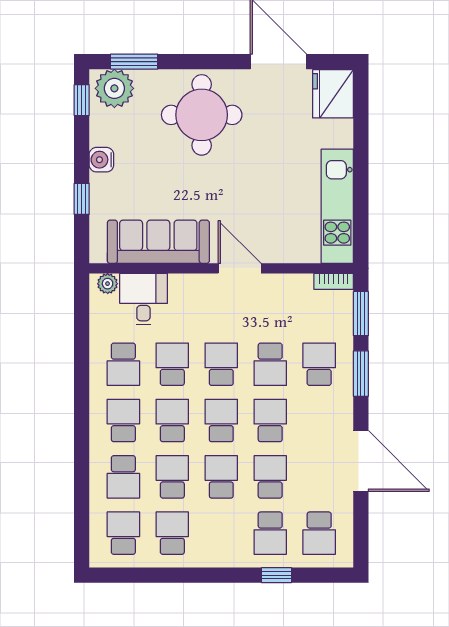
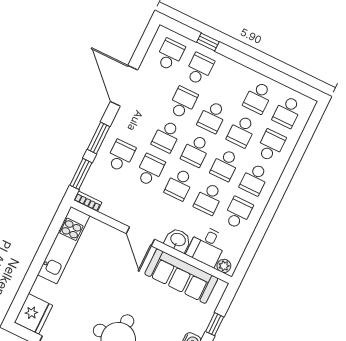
washbasin: (187, 288) -> (178, 240), added
school desk: (319, 364) -> (121, 156), turned 180
school desk: (270, 477) -> (183, 103), turned 180

